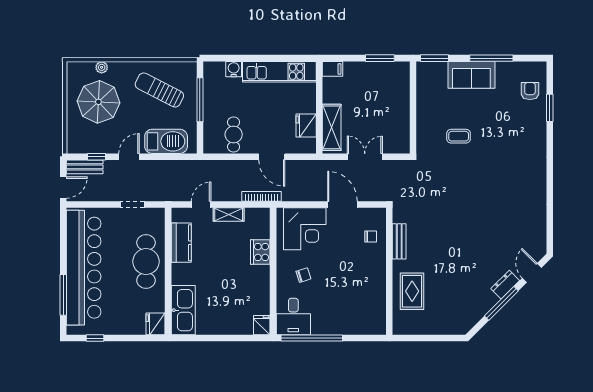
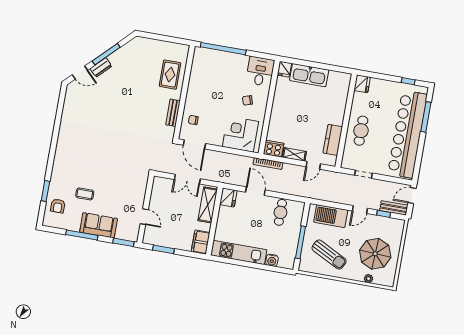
filing cabinet: (333, 69) -> (201, 242), width x2.00
door: (413, 97) -> (144, 217), added
fridge: (306, 125) -> (228, 198), moved
coffee table: (459, 136) -> (85, 194), moved
door: (342, 204) -> (194, 144), moved
cooker: (260, 252) -> (274, 149), moved, turned -90
cafe table: (146, 262) -> (361, 131), width x0.73, depth x0.74
door: (532, 273) -> (80, 72), hinge flipped
kitchen sink: (183, 310) -> (309, 75), moved, turned -90
window: (312, 338) -> (223, 49), moved

